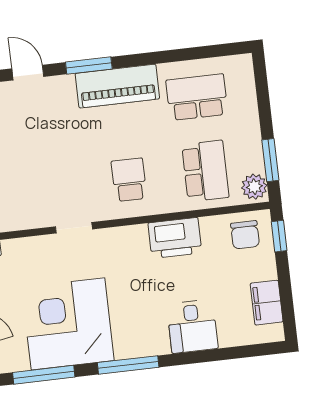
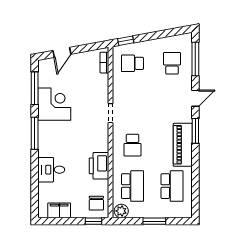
window: (270, 160) -> (154, 221), moved
school desk: (205, 171) -> (133, 186), turned -90
school desk: (129, 180) -> (133, 145), turned 90
chair: (245, 235) -> (96, 203), turned -90
corner desk: (68, 324) -> (54, 104), width x0.74, depth x0.74

